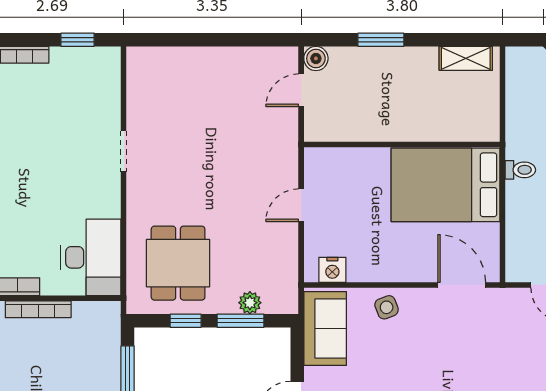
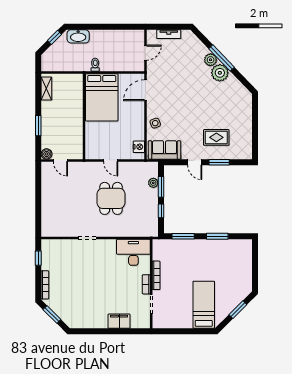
dining table: (178, 263) -> (111, 198), moved, turned 90

